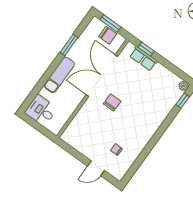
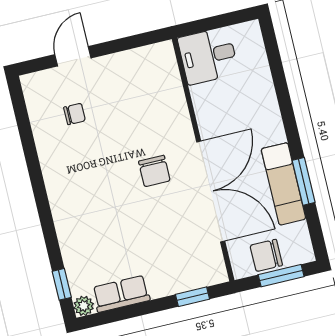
row of seats: (143, 59) -> (121, 294), moved
exam couch: (59, 75) -> (283, 184), moved
desk: (41, 110) -> (208, 56), moved, turned 180

